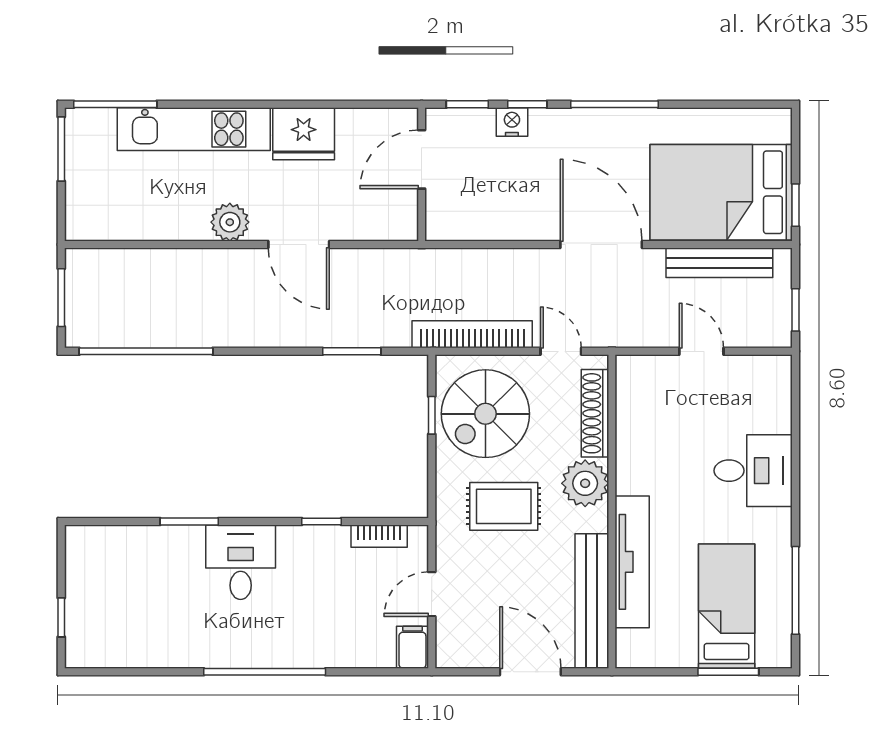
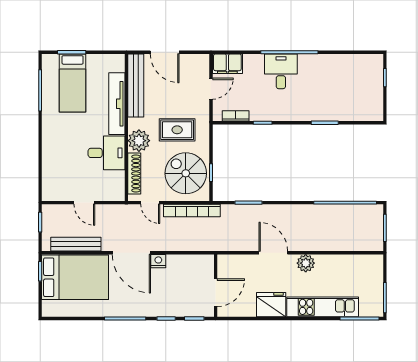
nightstand: (512, 122) -> (158, 261), moved, turned 180
spiral stairs: (485, 414) -> (186, 173), turned -90
desk: (753, 471) -> (106, 153), moved, turned 180
desk: (241, 562) -> (281, 71), moved, turned 180
filing cabinet: (412, 647) -> (227, 64), width x2.00

